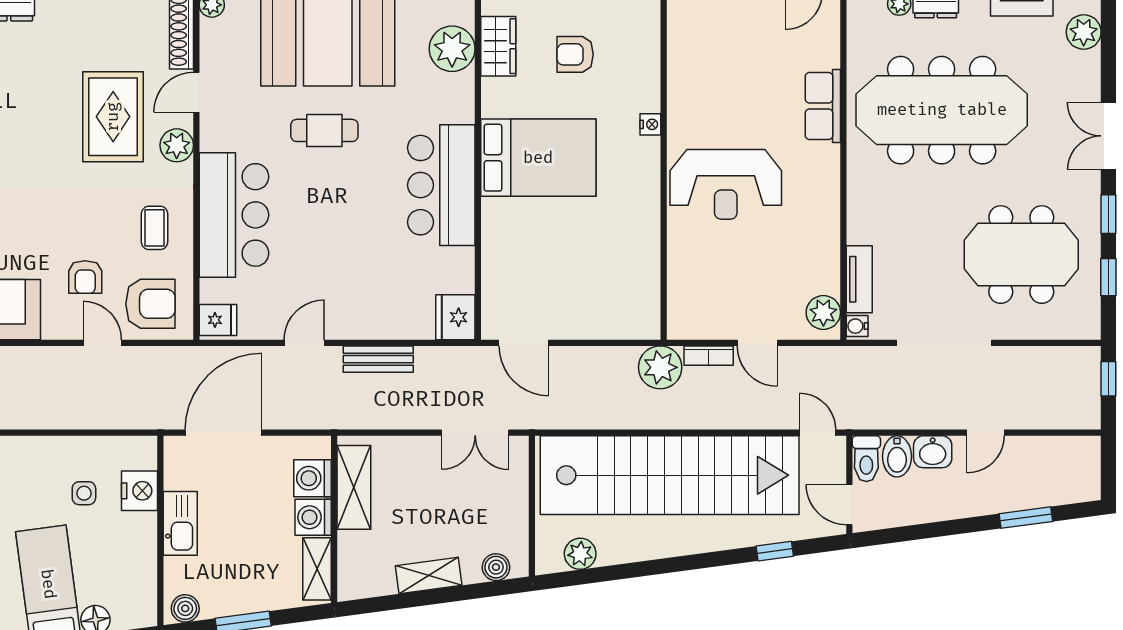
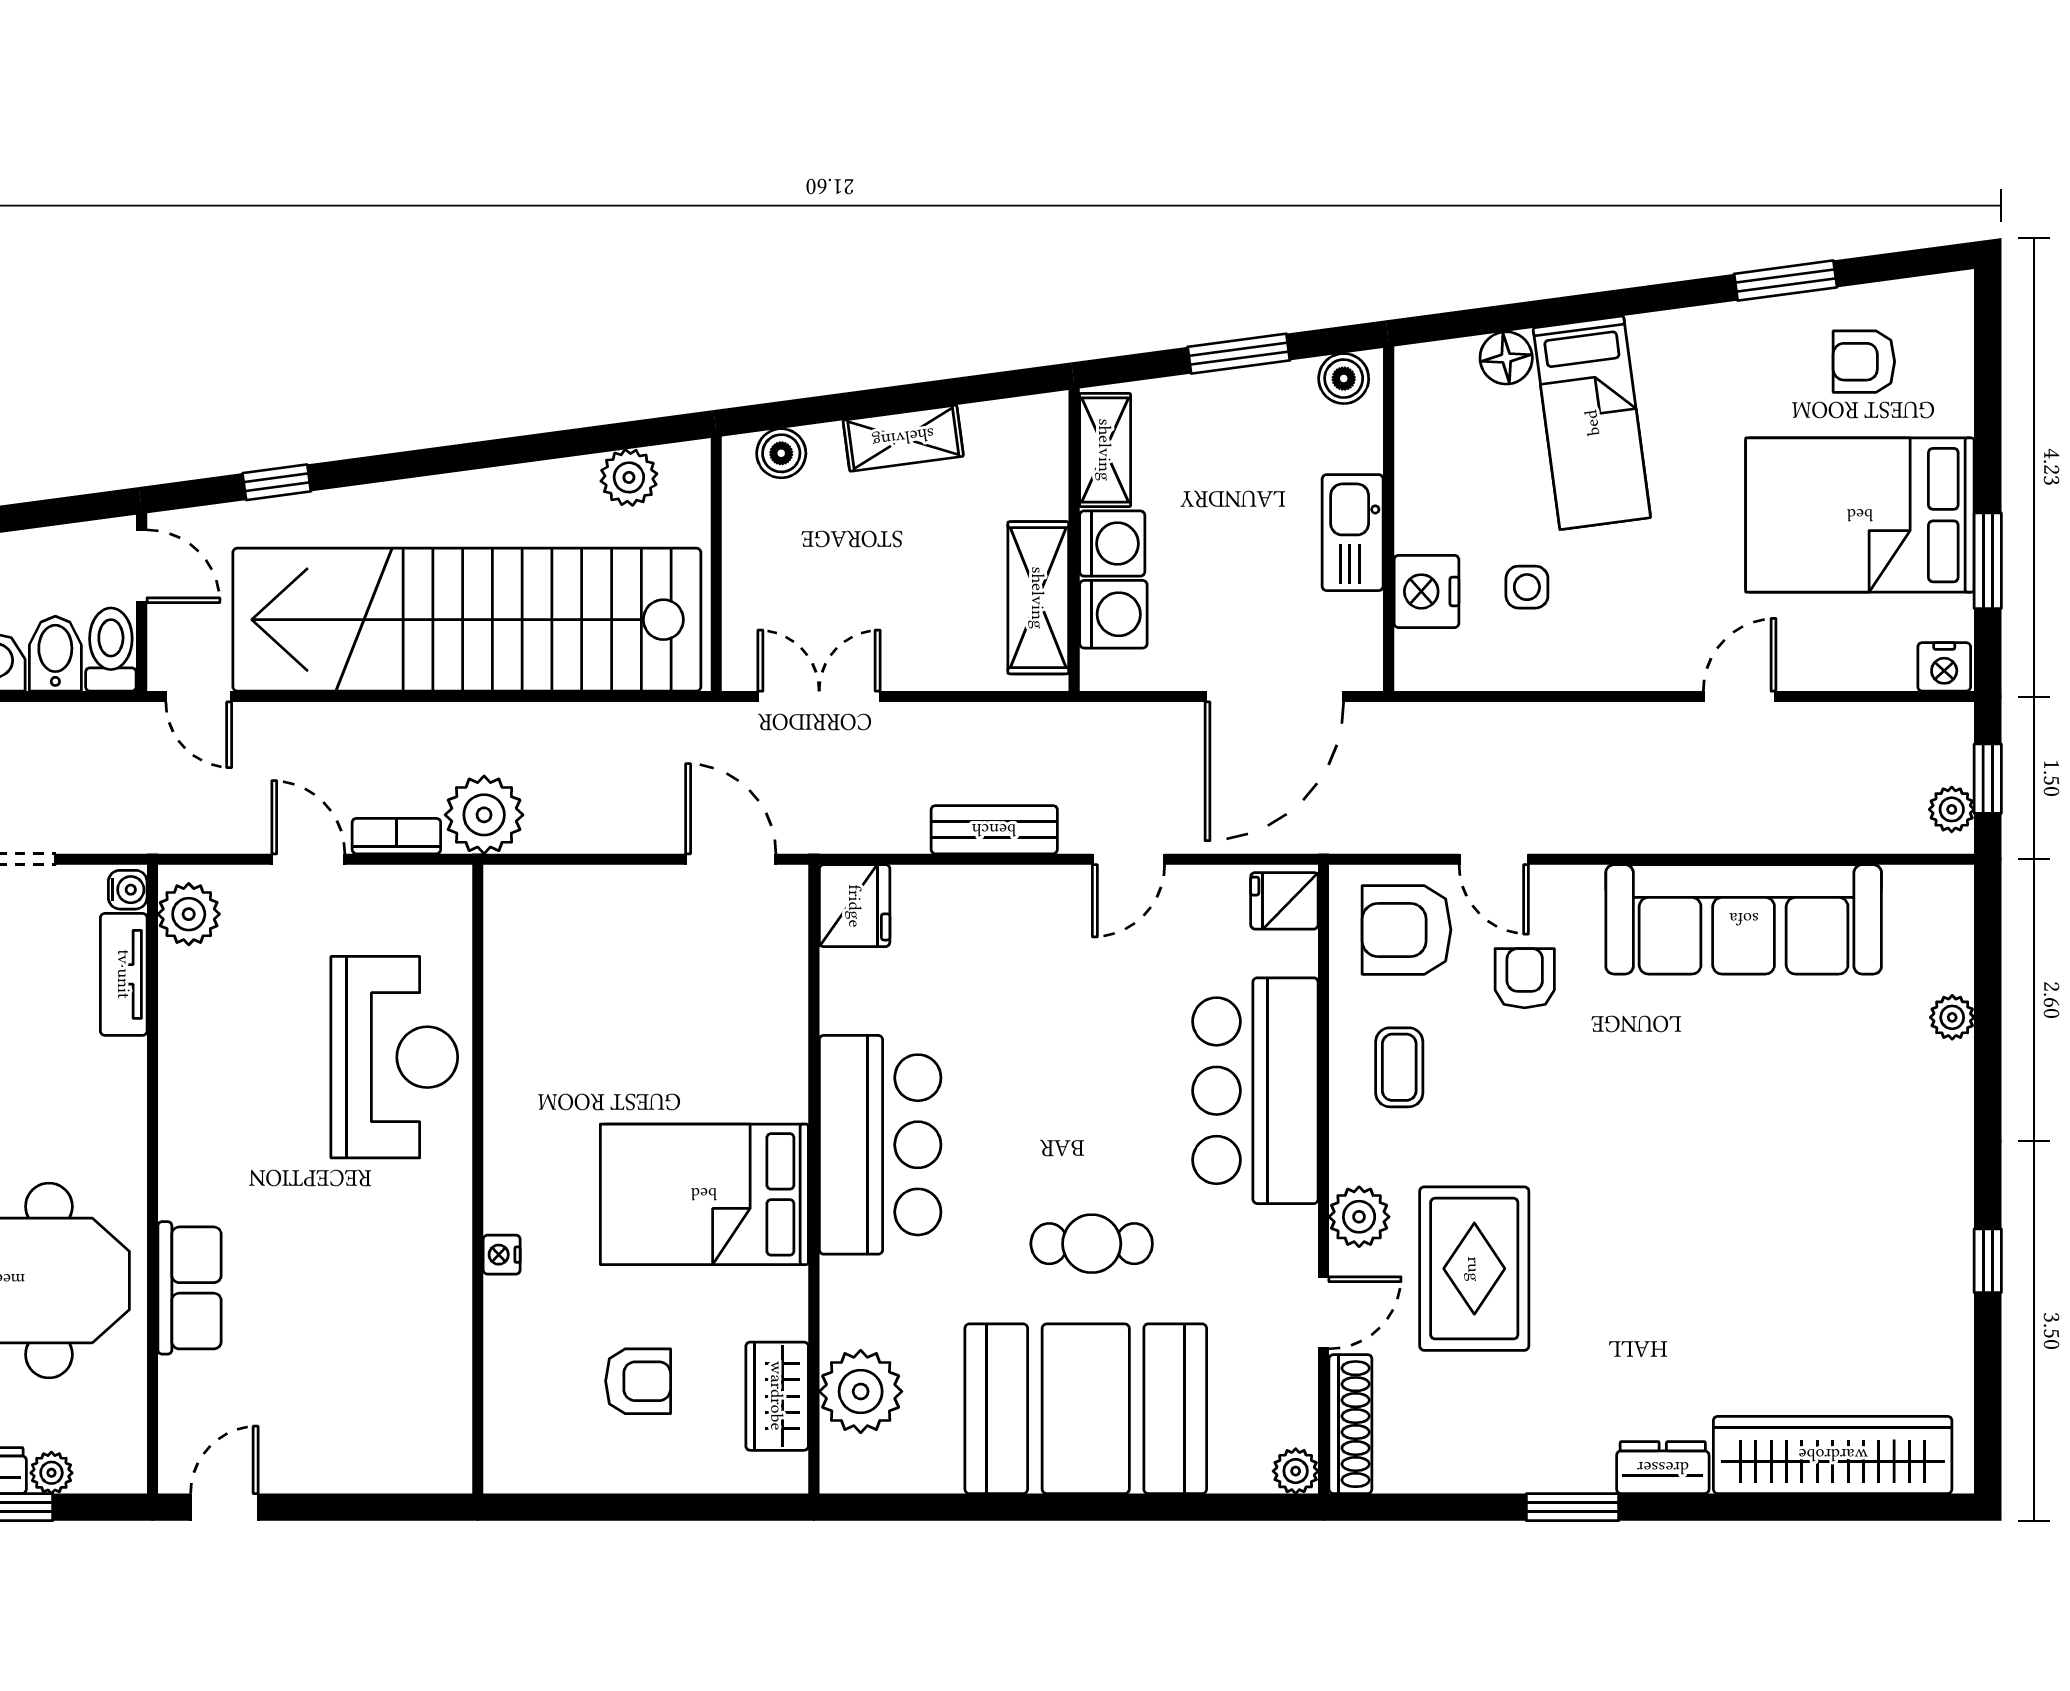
reception desk: (726, 184) -> (394, 1057), moved, turned 90

